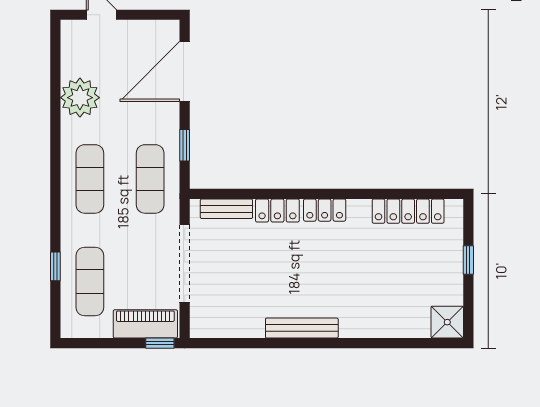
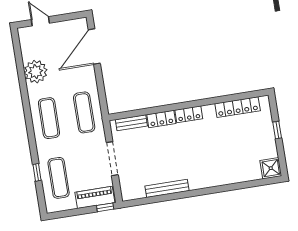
window: (185, 145) -> (101, 90), removed
doorway: (185, 264) -> (112, 159), width x0.73
bench: (302, 328) -> (167, 188), moved

